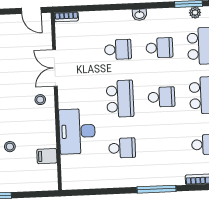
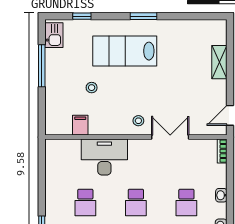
washbasin: (109, 16) -> (221, 195), added
school desk: (120, 99) -> (136, 202), width x0.54

